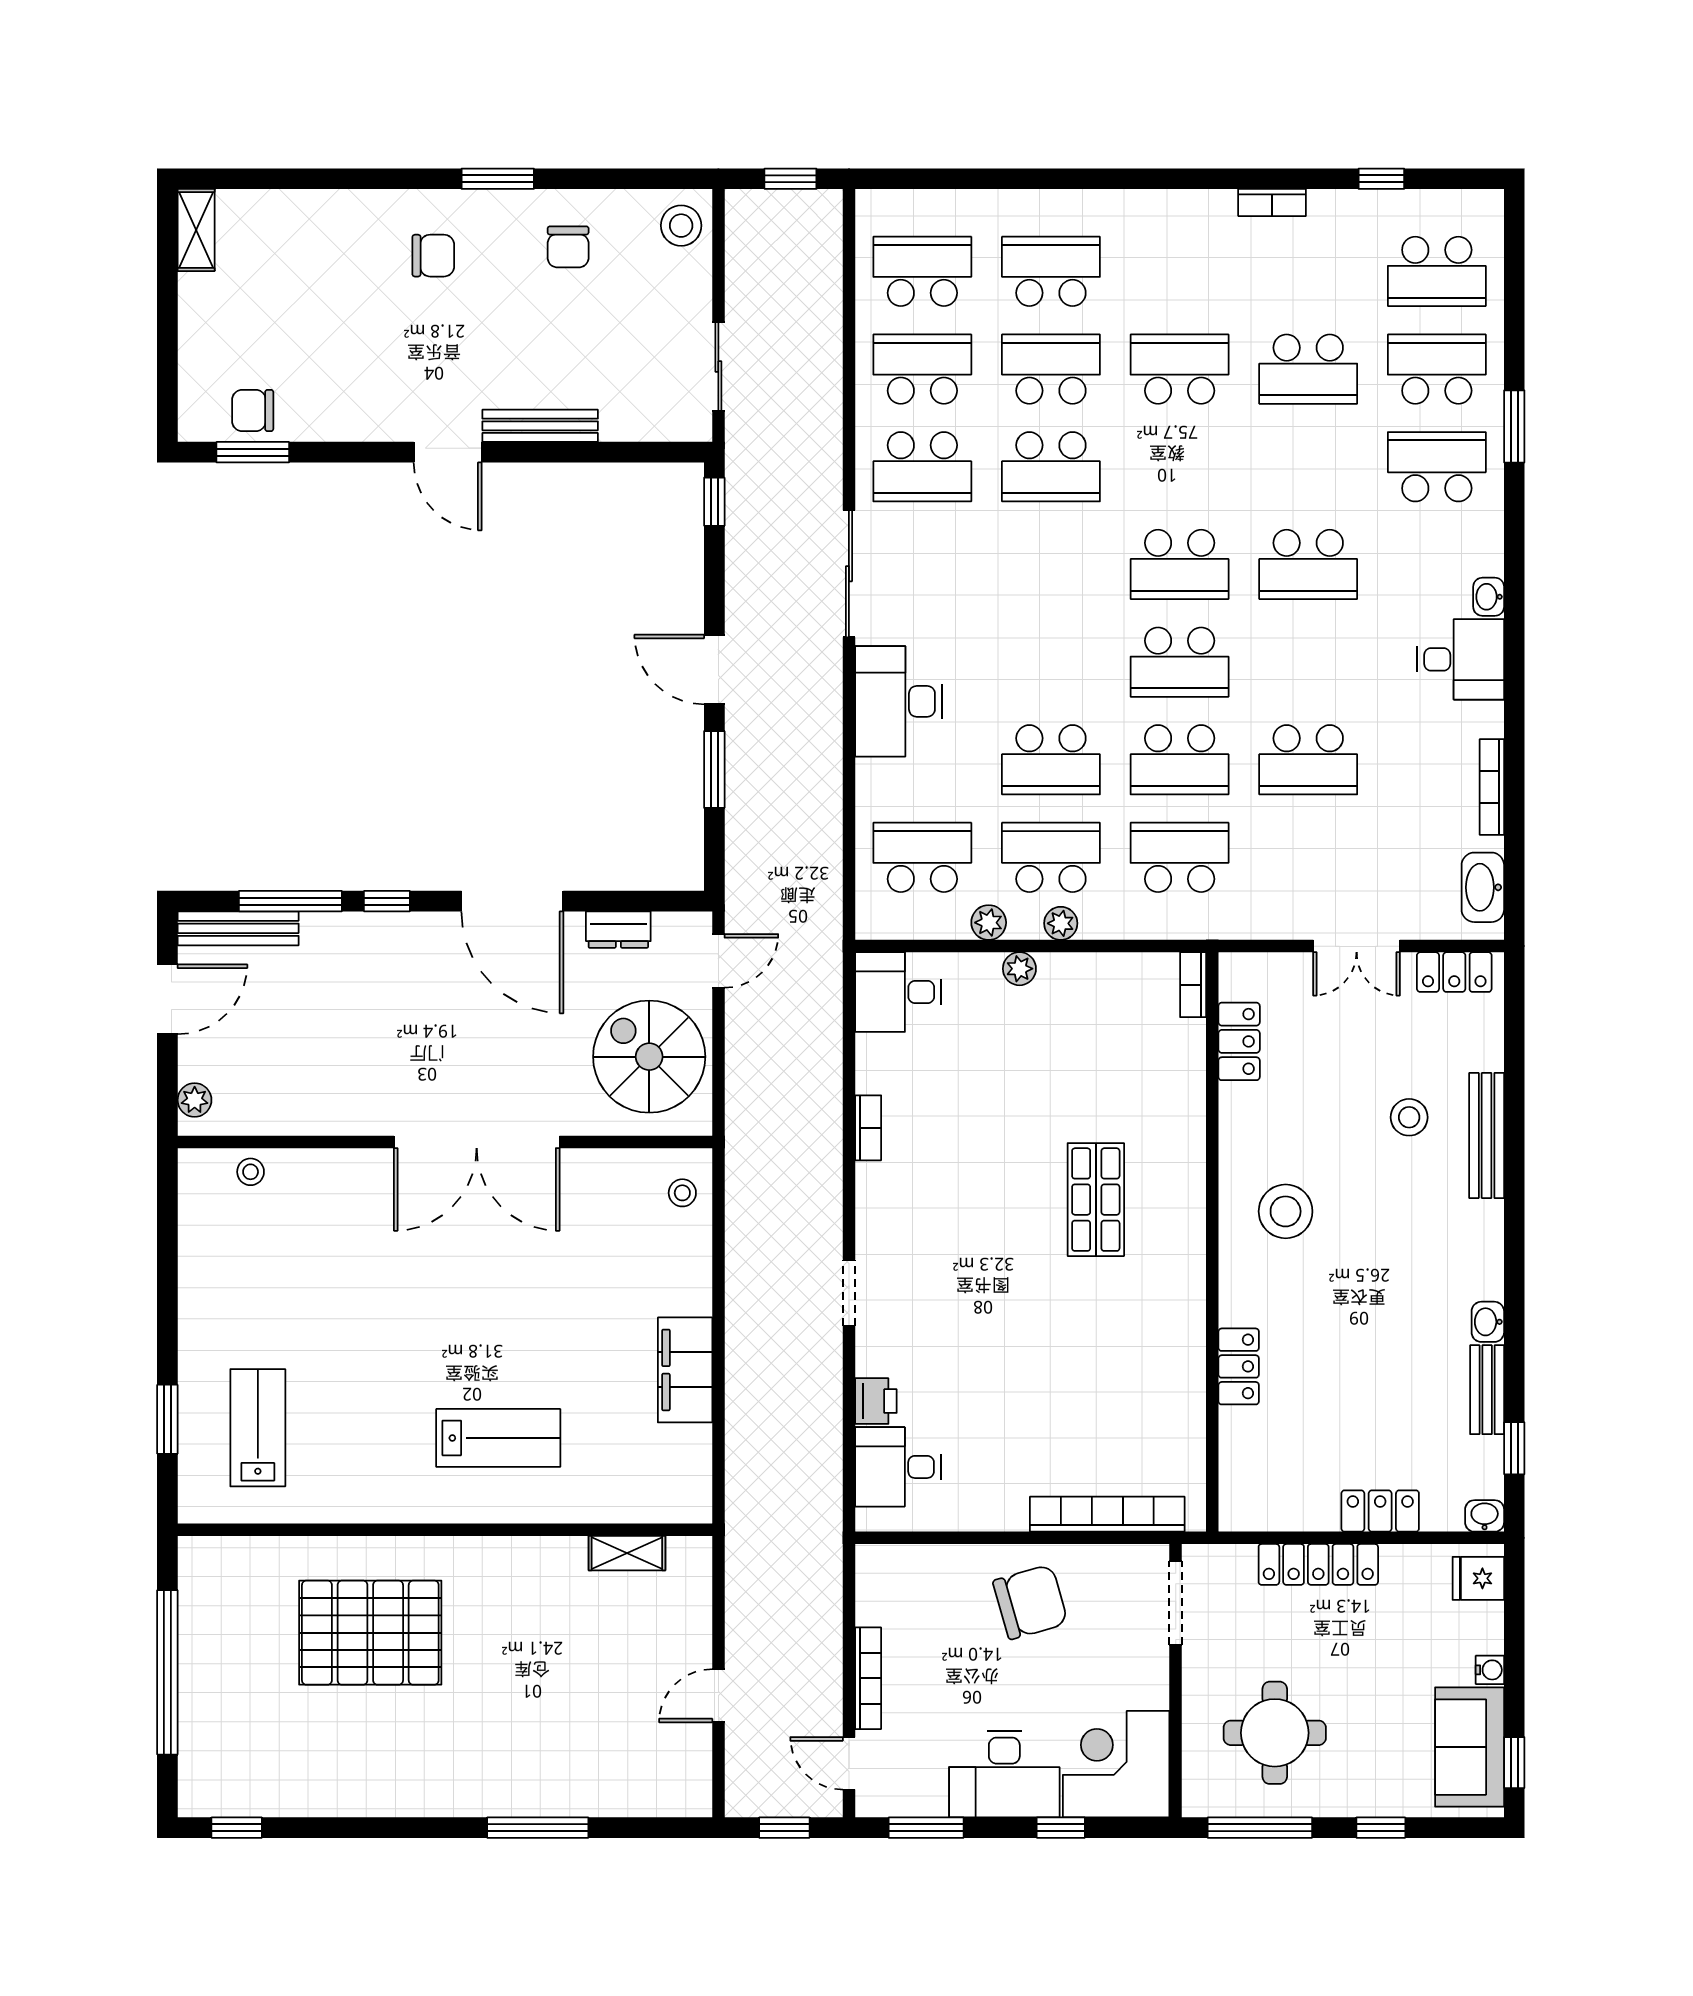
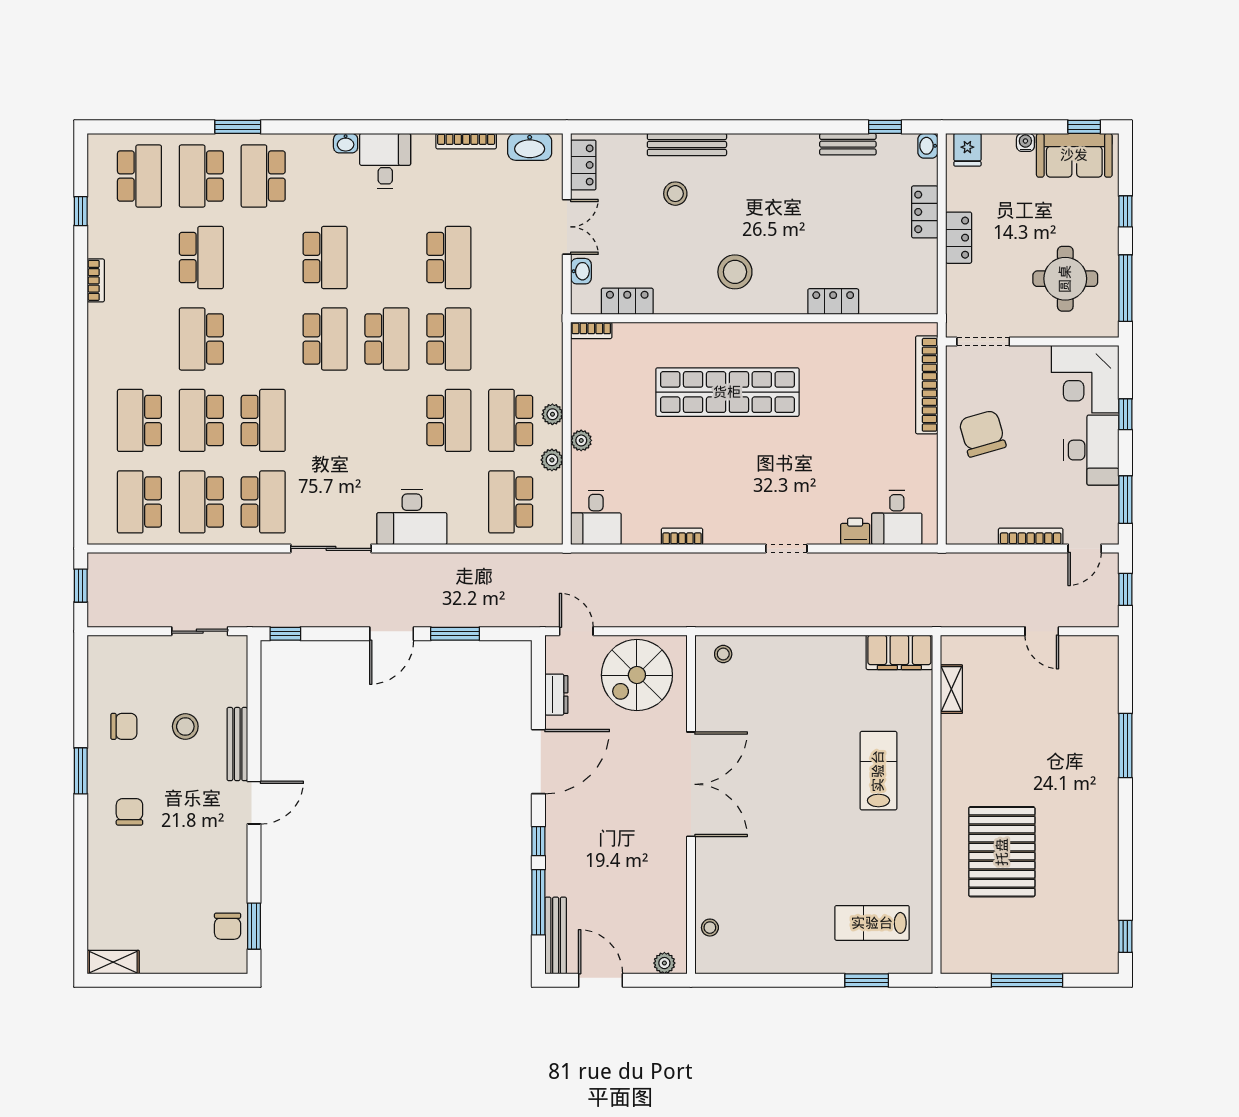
stool: (681, 226) -> (185, 726), moved
school desk: (1180, 857) -> (511, 339), removed
shop shelf: (1096, 1200) -> (727, 392), width x2.00, depth x1.36
washbasin: (1488, 1322) -> (581, 271), moved, turned -90
filing cabinet: (685, 1370) -> (899, 652), moved
locker: (1318, 1564) -> (959, 238), width x0.66
window: (167, 1672) -> (1027, 980), width x0.68

